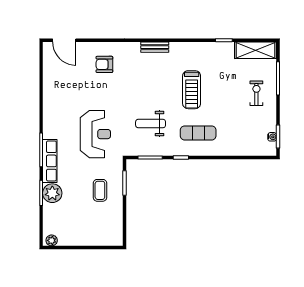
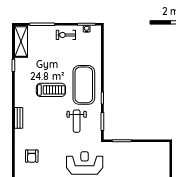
exercise bike: (256, 93) -> (66, 35), moved
exercise mat: (198, 133) -> (84, 85), width x2.00, depth x1.45
coffee table: (100, 190) -> (127, 159), removed

